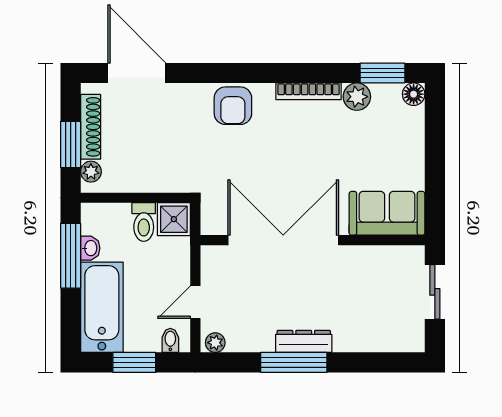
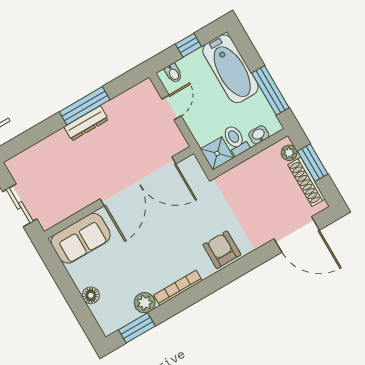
floor lamp: (414, 94) -> (91, 295), moved
washbasin: (90, 248) -> (259, 135), moved, turned 90
plant: (215, 343) -> (143, 89), removed
window: (134, 362) -> (188, 45), width x0.67

